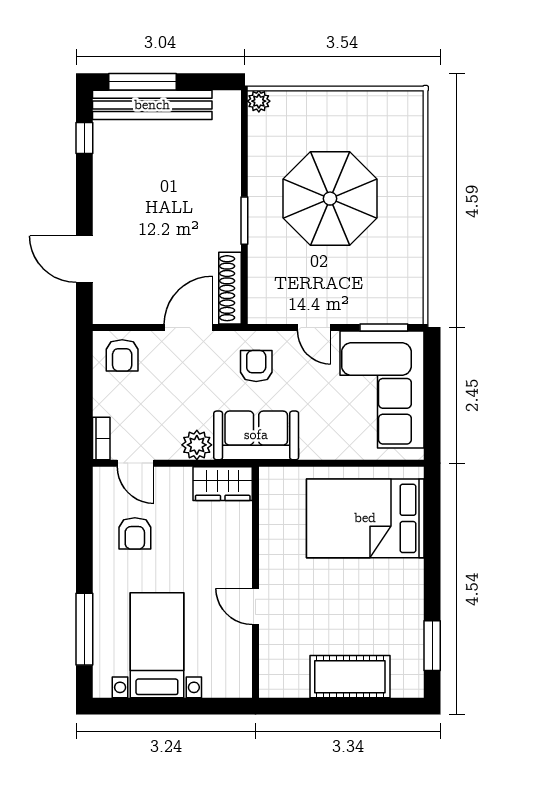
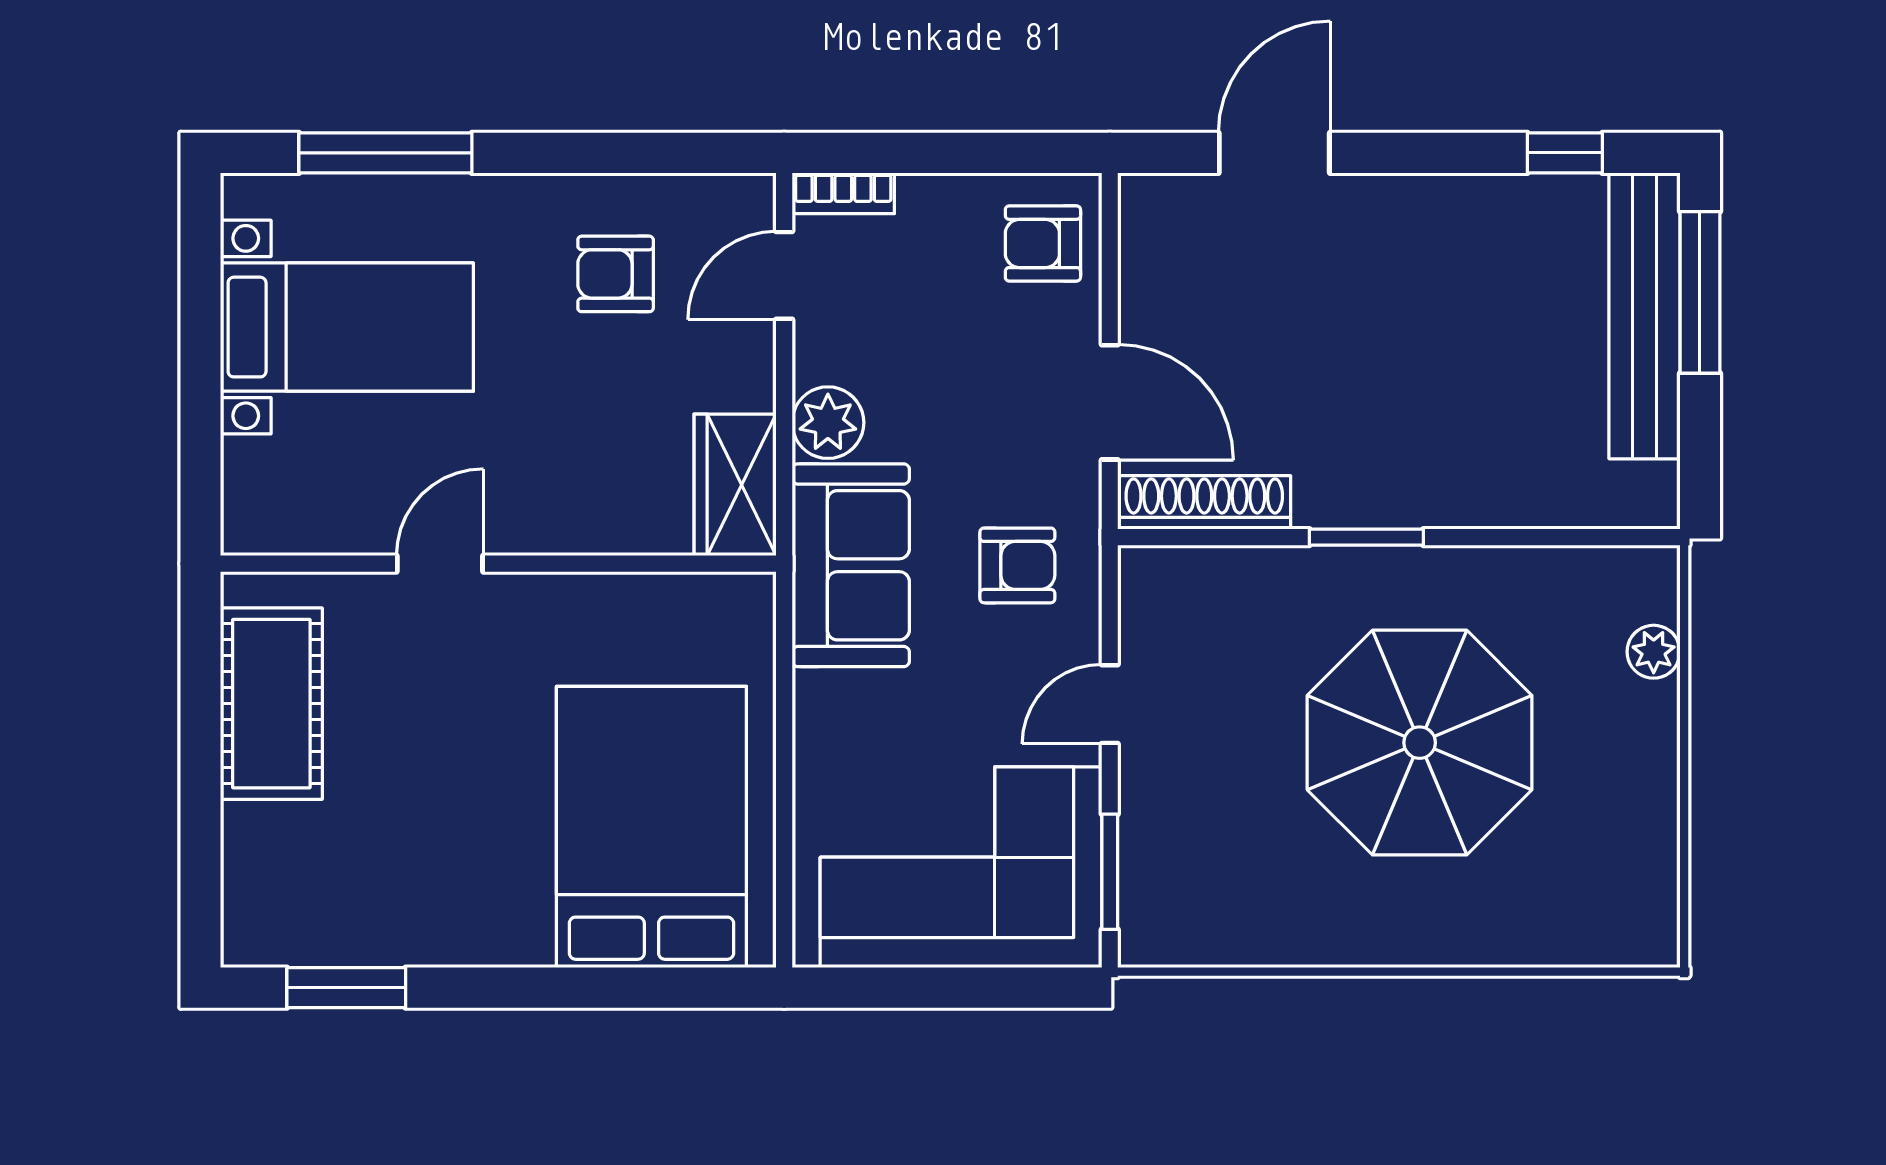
plant: (259, 101) -> (1654, 652), moved
cot: (350, 677) -> (271, 704), moved

